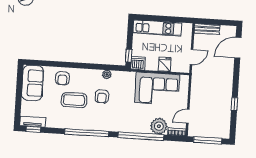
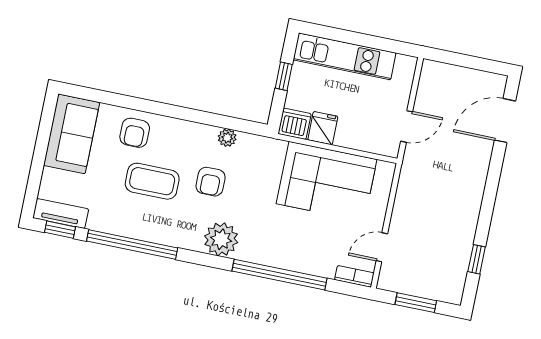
bench: (207, 29) -> (447, 73), removed
window: (129, 56) -> (284, 76), moved
fridge: (165, 64) -> (323, 128), moved
window: (234, 104) -> (477, 259), moved
plant: (159, 126) -> (221, 239), moved
window: (87, 133) -> (132, 244), moved
window: (208, 140) -> (416, 303), width x0.69

